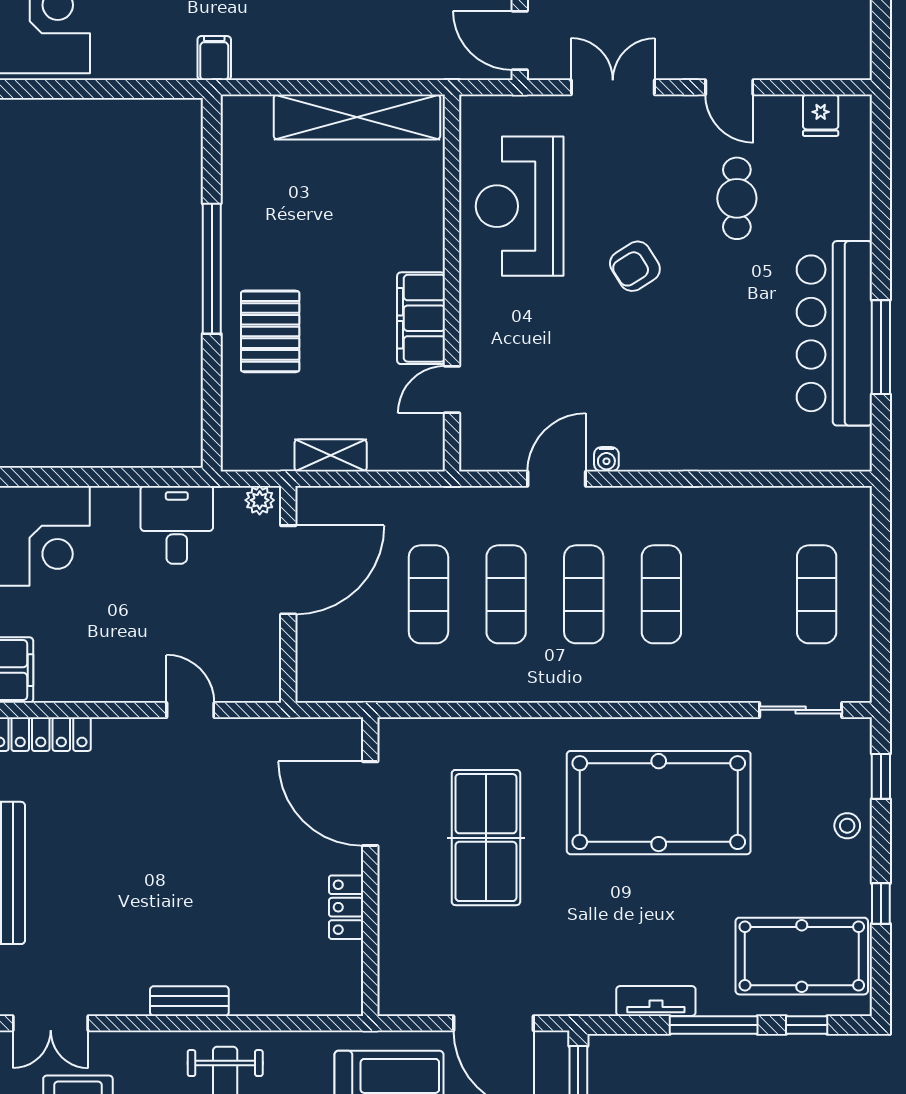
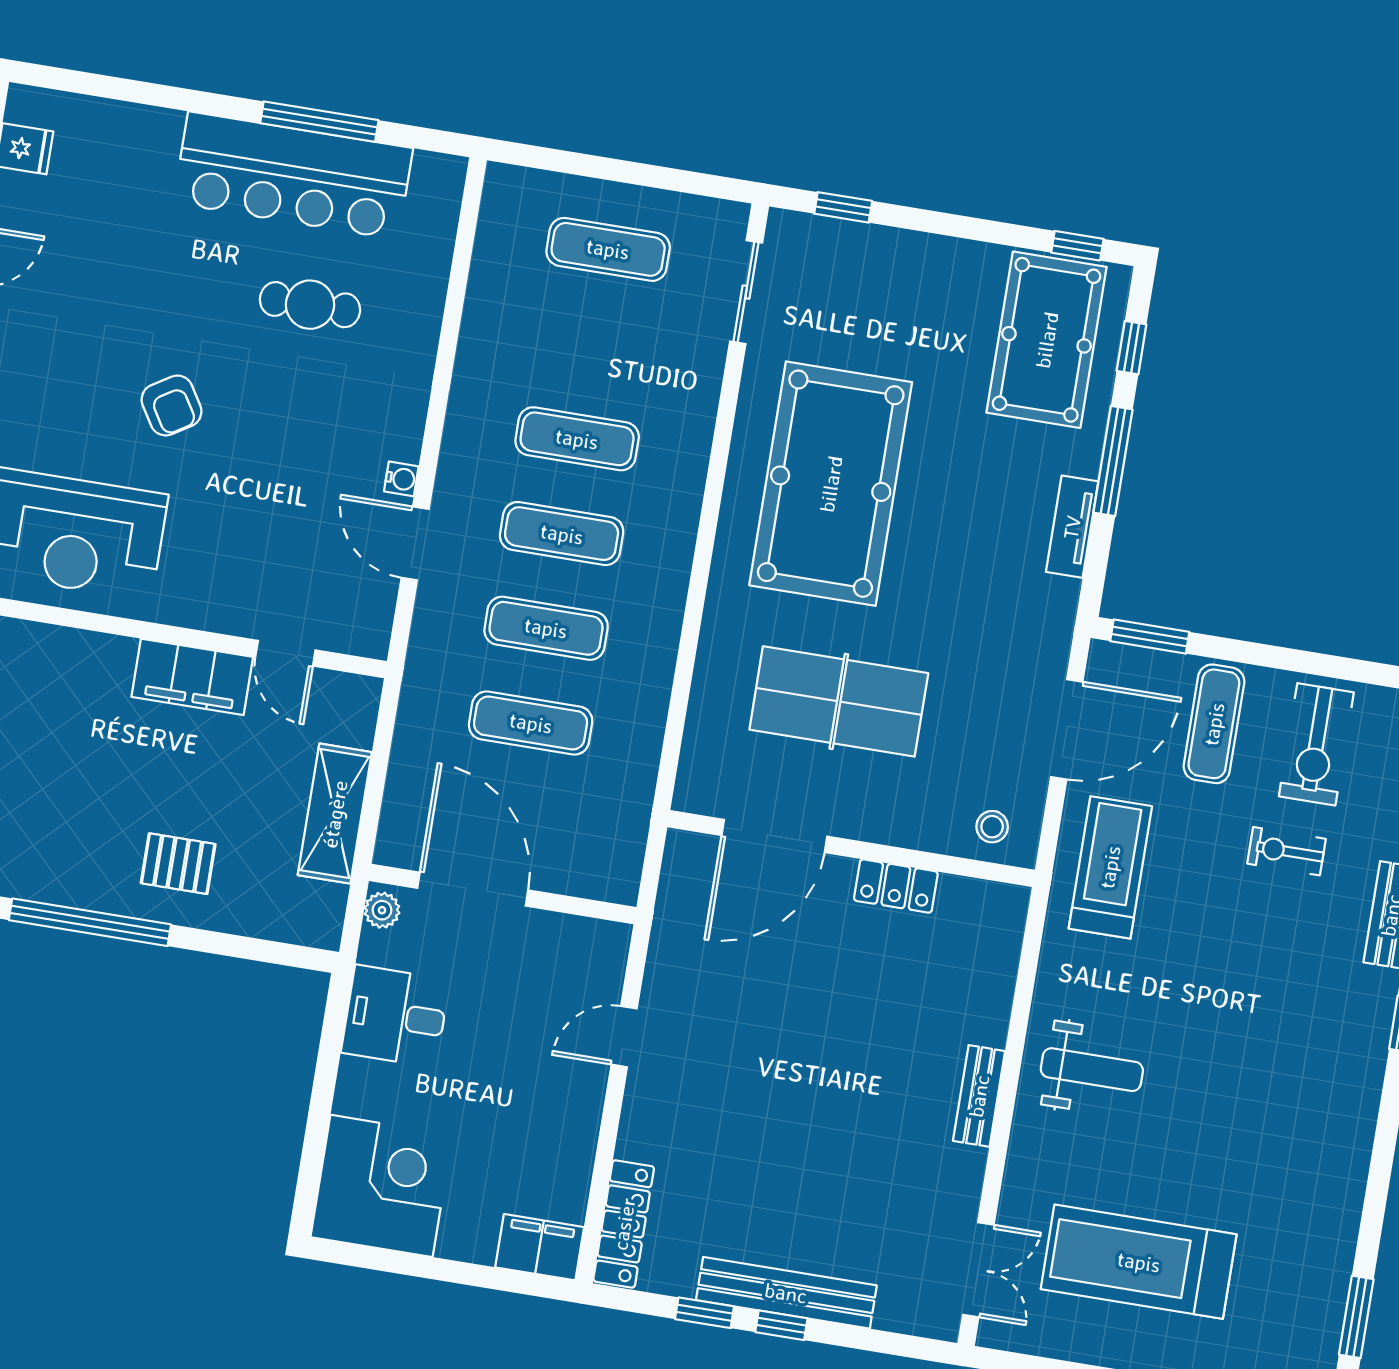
cafe table: (737, 198) -> (310, 305), moved
pallet: (270, 331) -> (178, 864), width x0.67, depth x0.71
shelving: (331, 455) -> (335, 814), width x1.50, depth x1.33
stool: (847, 826) -> (992, 827), moved
window: (881, 904) -> (1077, 246), moved

